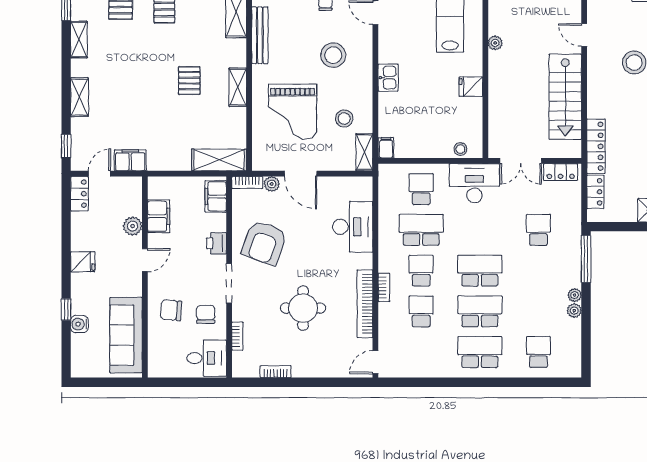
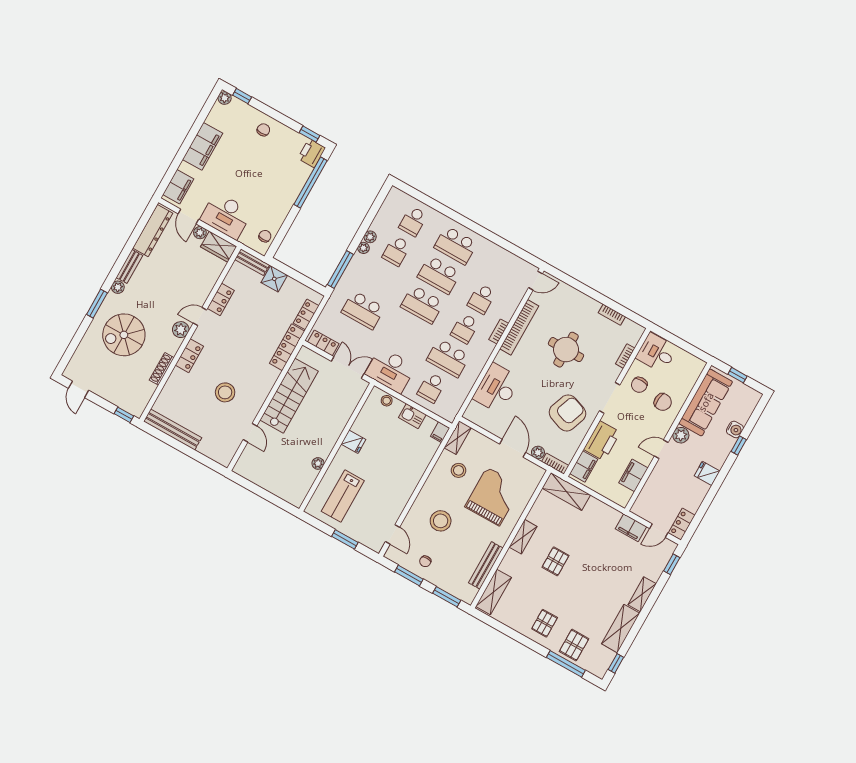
shelving: (79, 40) -> (621, 629), width x1.50, depth x1.33
kitchen sink: (388, 78) -> (412, 416), moved, turned -90
plant: (133, 226) -> (681, 435), moved
school desk: (538, 230) -> (363, 310), width x1.85
printer: (217, 243) -> (602, 441), width x1.87, depth x1.48
school desk: (538, 311) -> (396, 251), added
window: (109, 382) -> (738, 375), added

